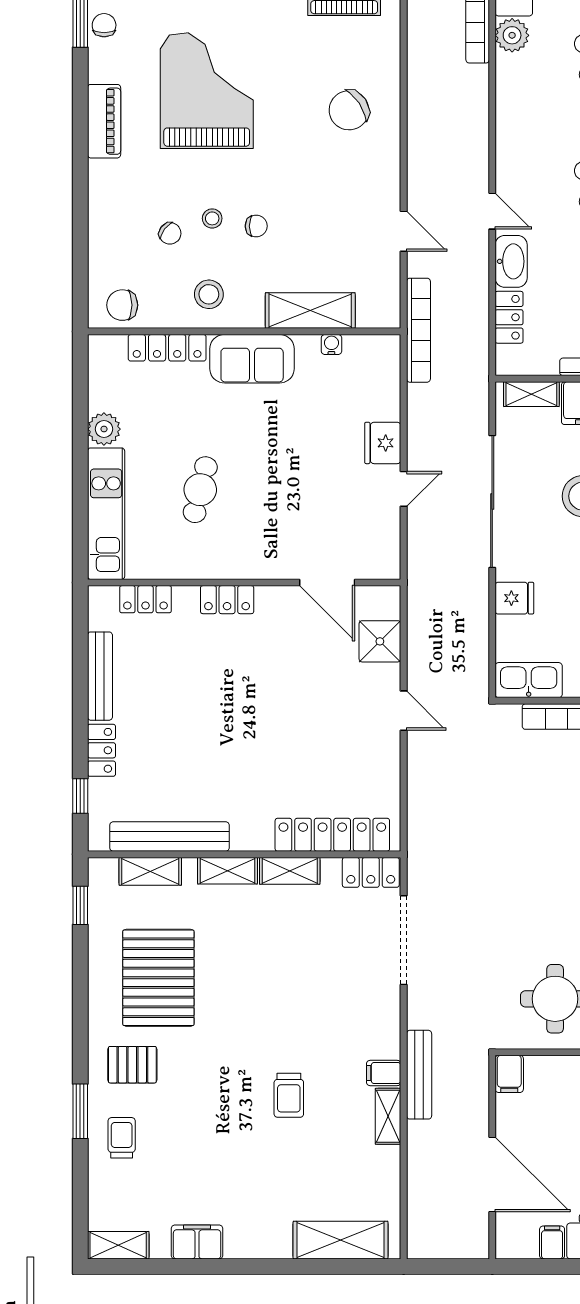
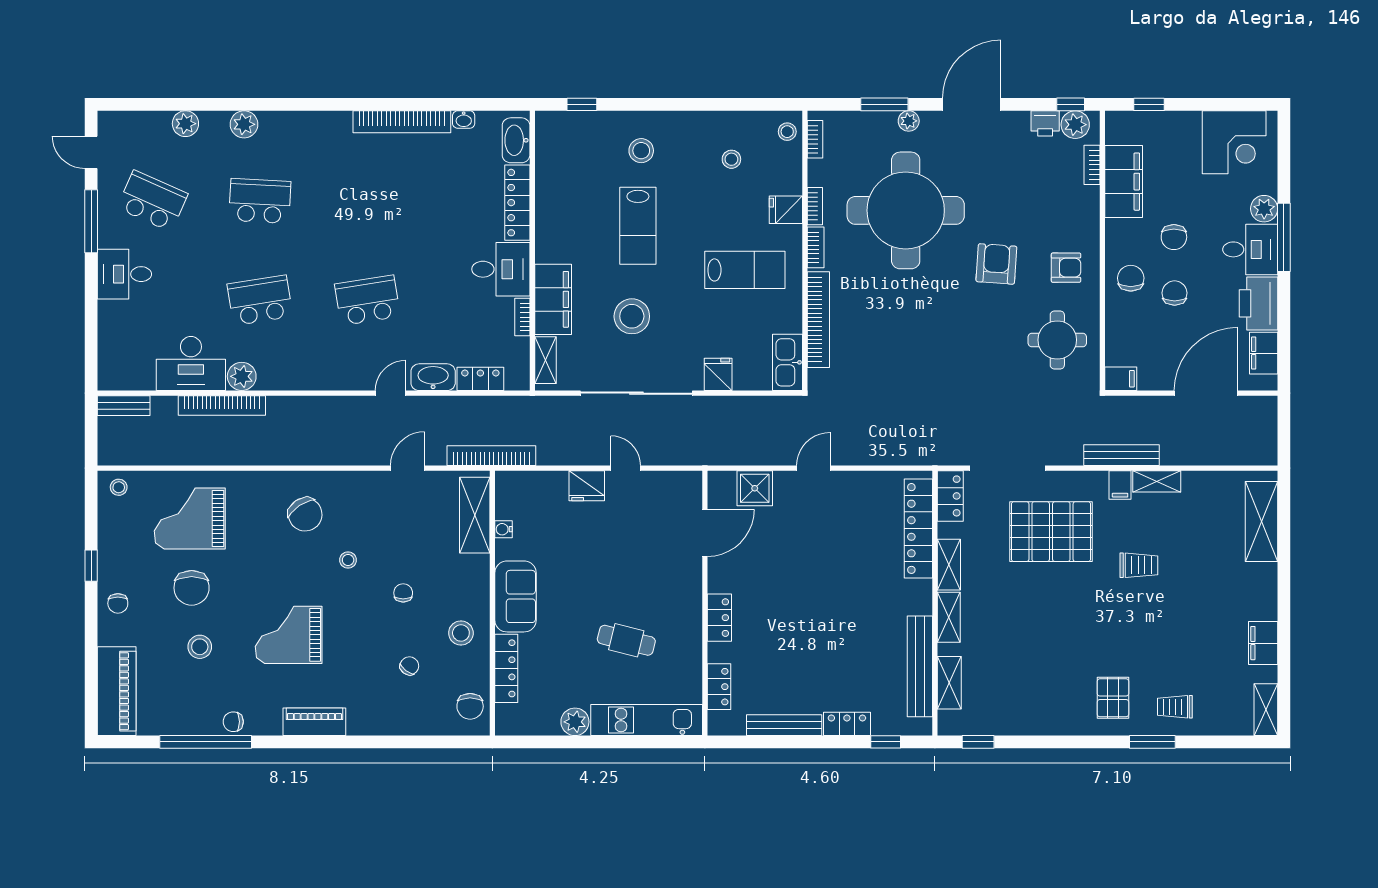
grand piano: (207, 91) -> (289, 635), width x0.73, depth x0.68
stool: (212, 218) -> (348, 560), moved
shelving: (310, 311) -> (475, 515), moved
pallet: (158, 978) -> (1051, 532), moved
filing cabinet: (552, 1242) -> (1264, 353), width x2.00

